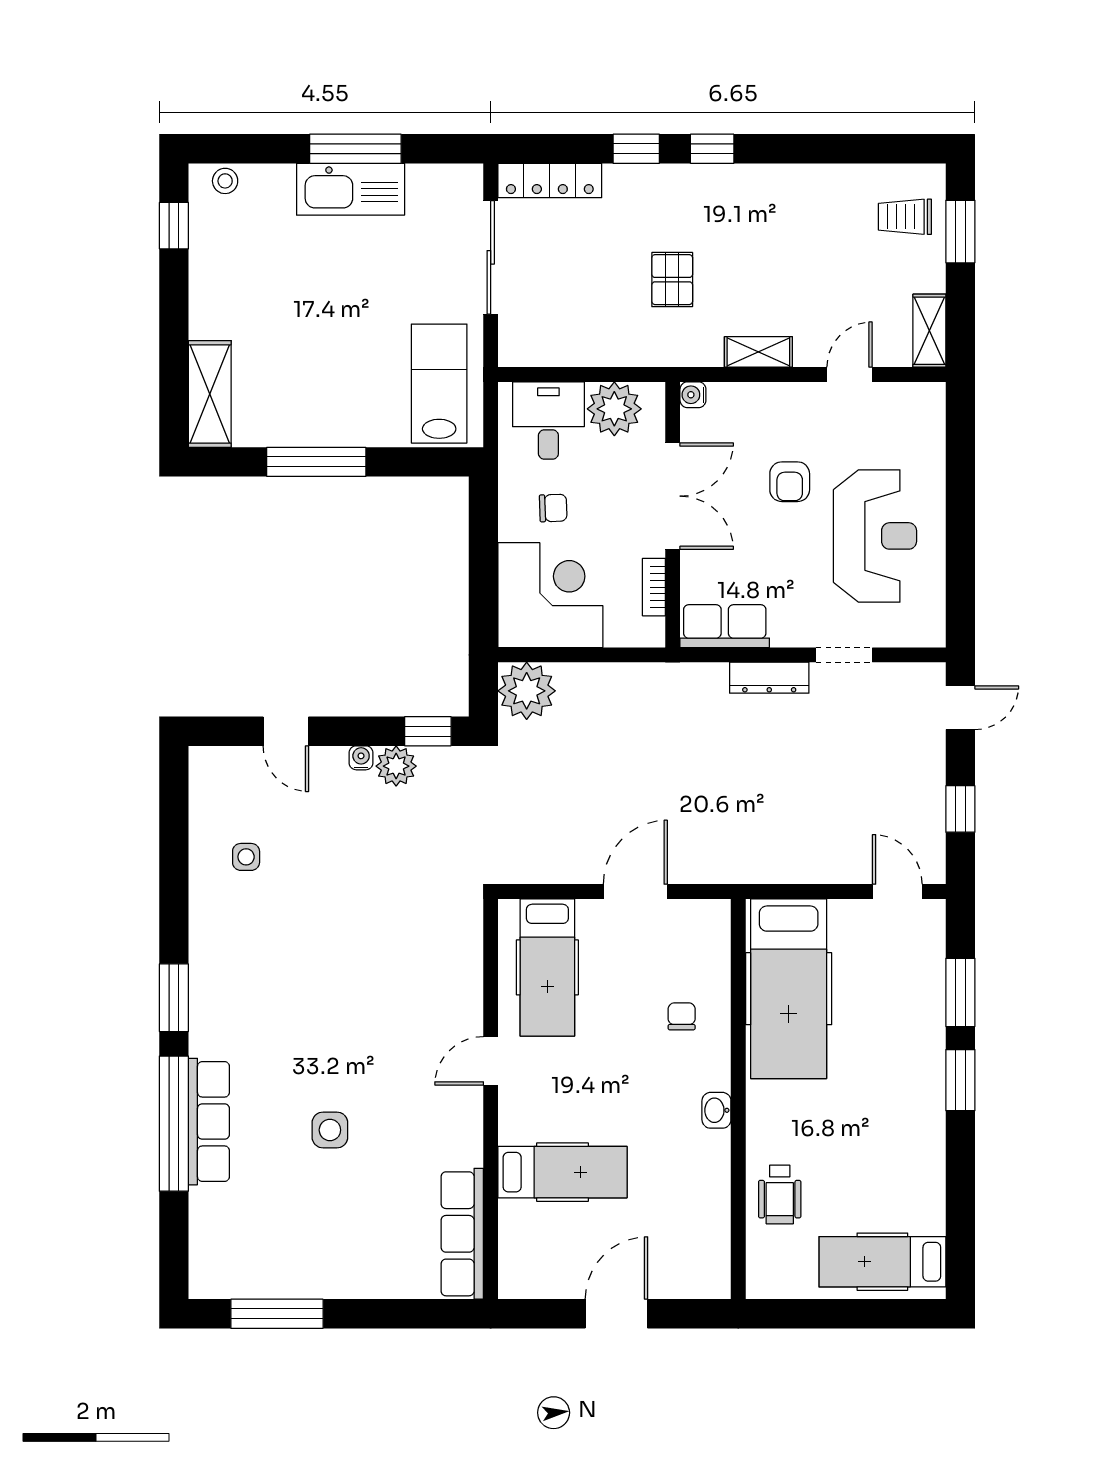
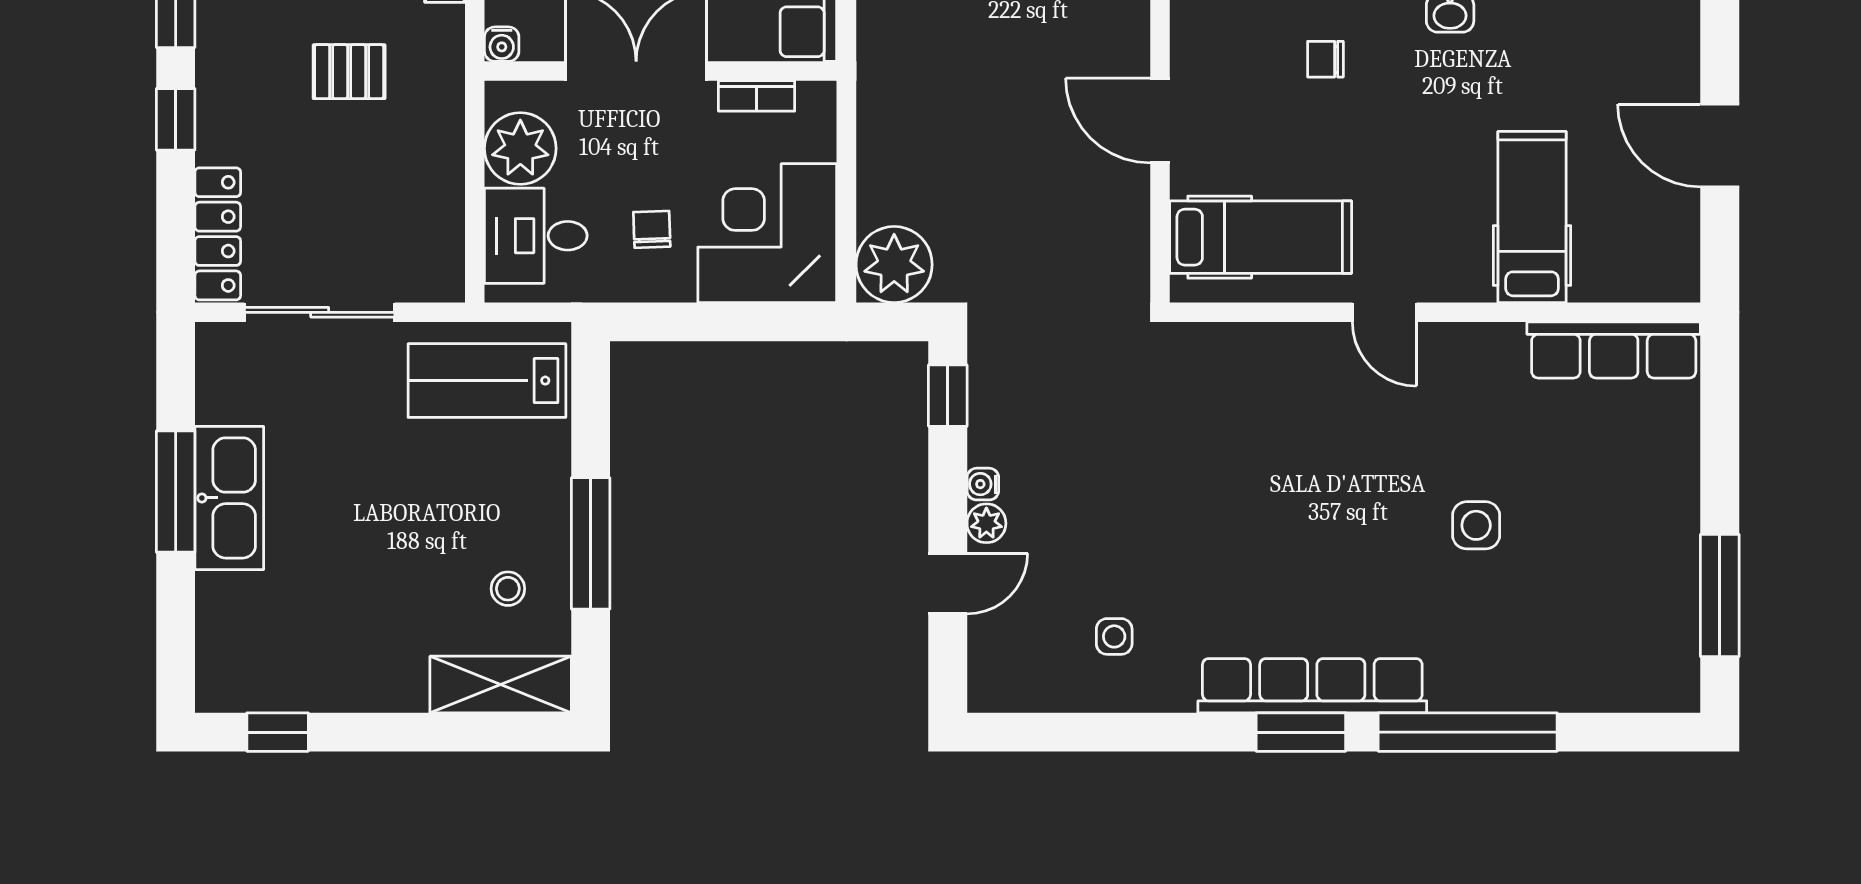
stool: (225, 181) -> (508, 589), moved
plant: (396, 766) -> (986, 523), moved, width x0.73, depth x0.73
row of seats: (209, 1122) -> (1312, 686), moved, width x1.36

